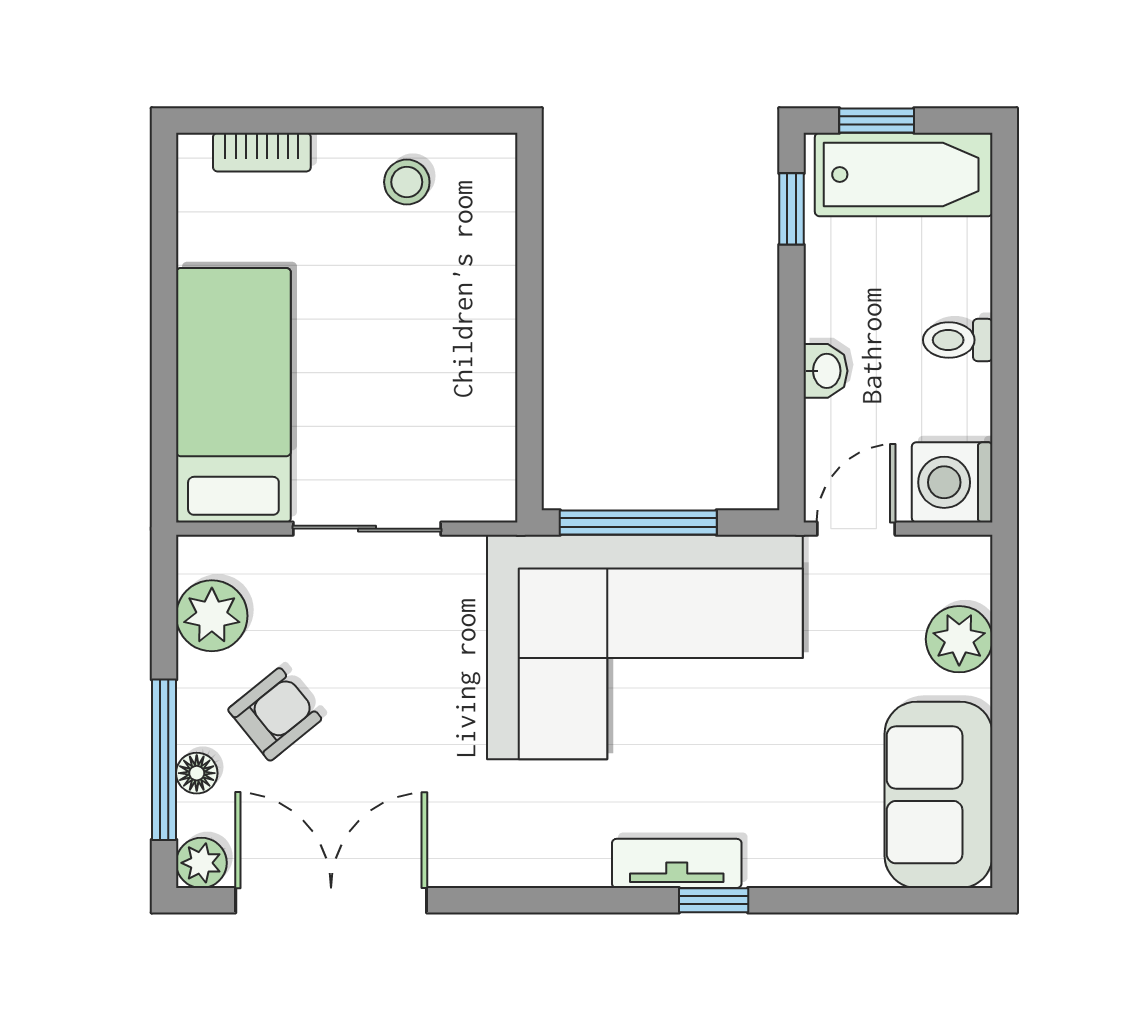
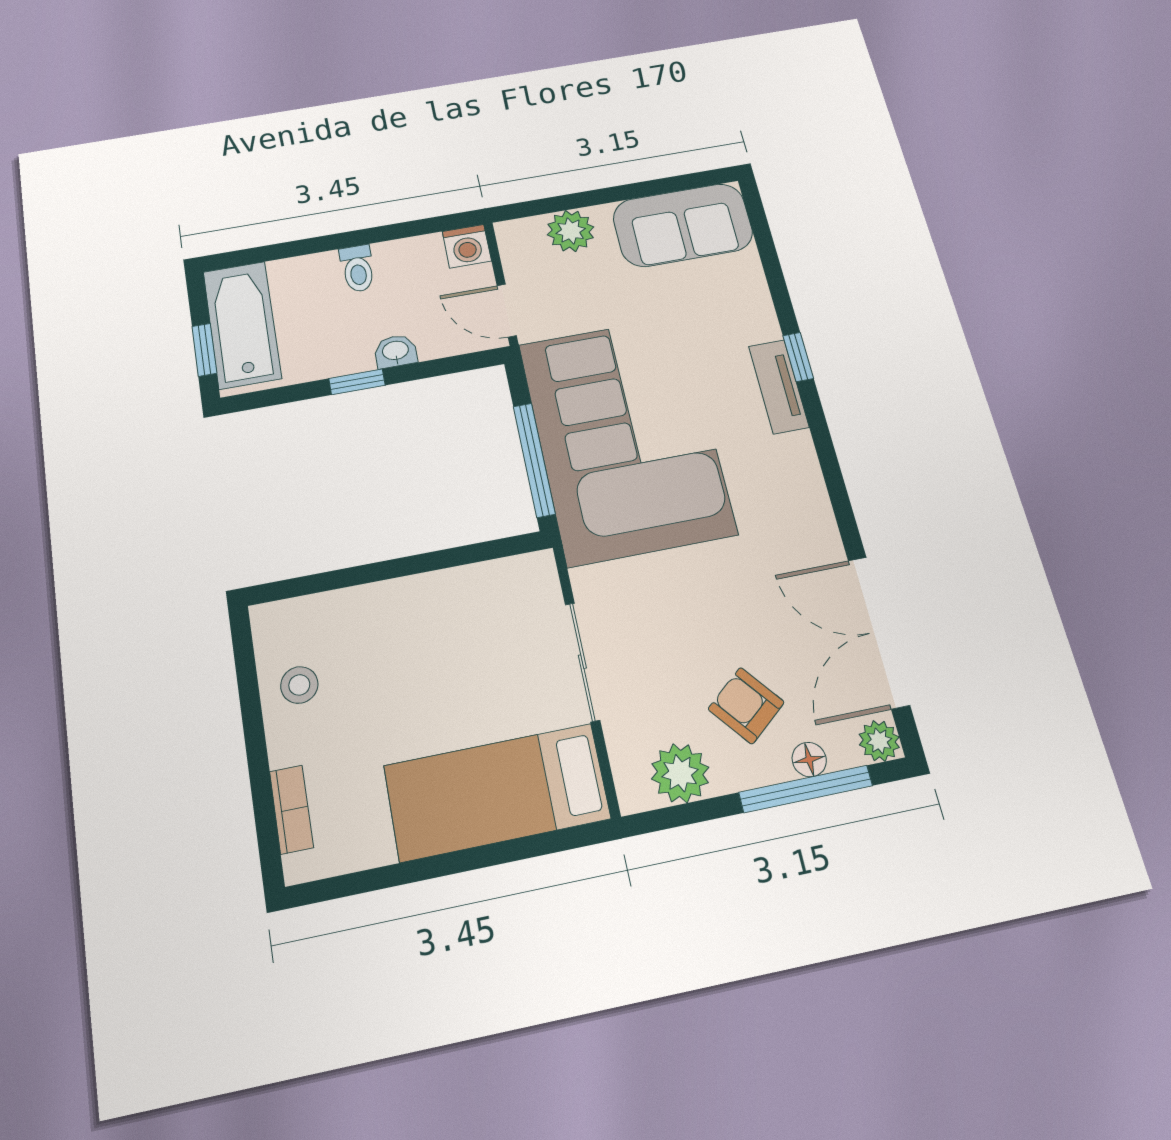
window: (791, 209) -> (357, 382), moved
washing machine: (952, 482) -> (467, 246), width x0.73, depth x0.73

